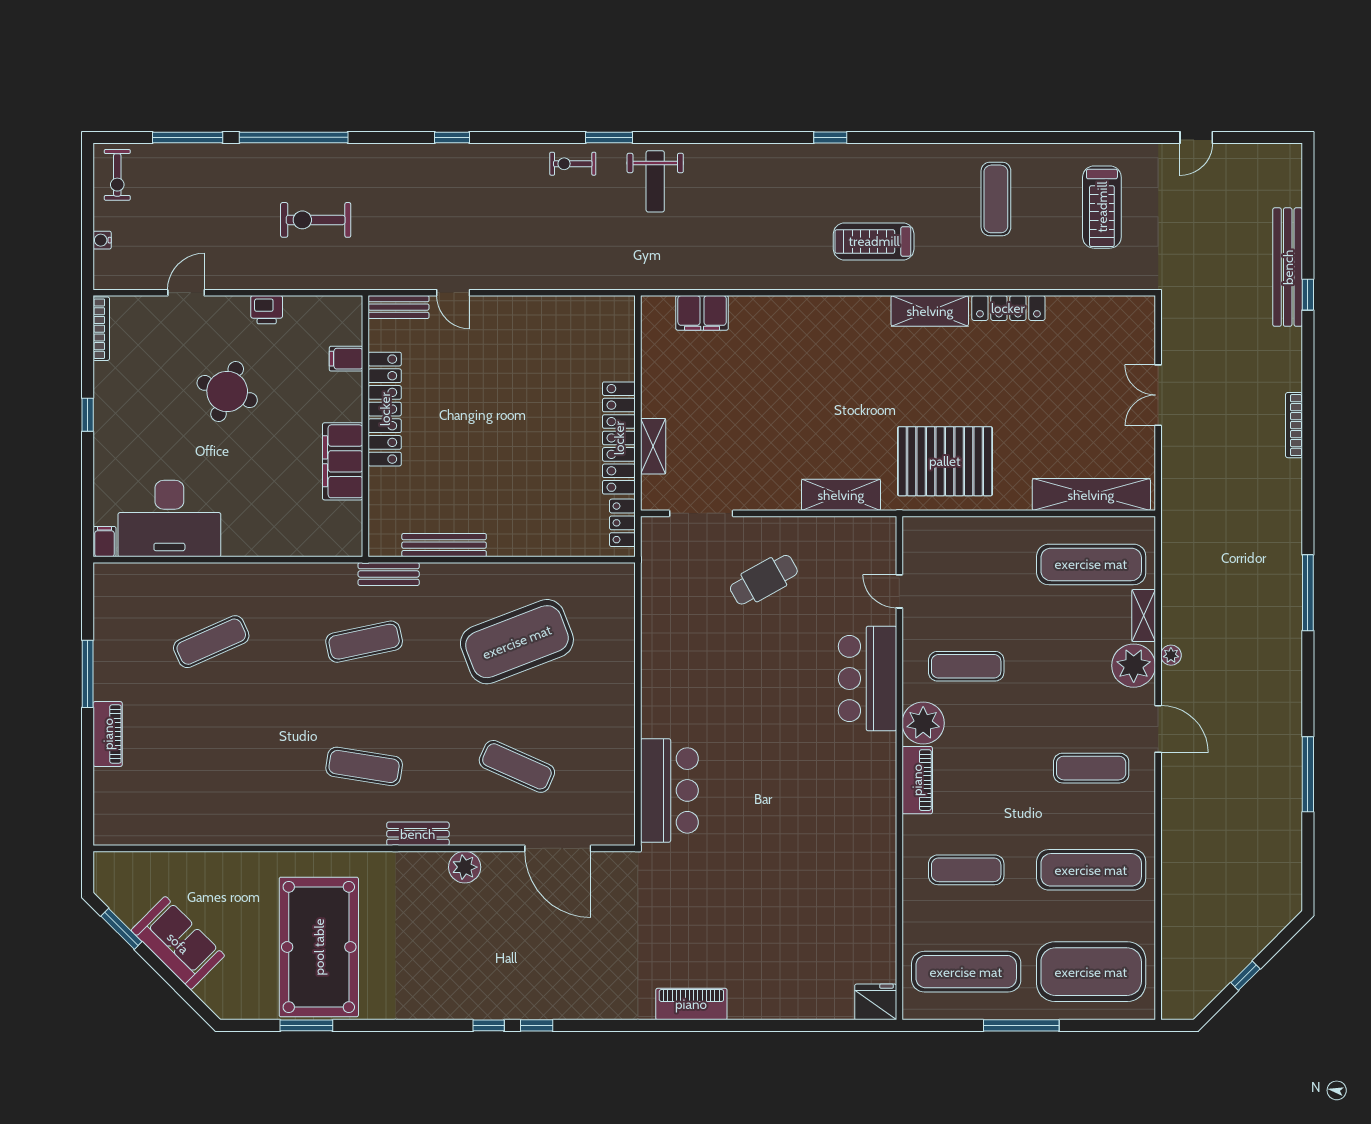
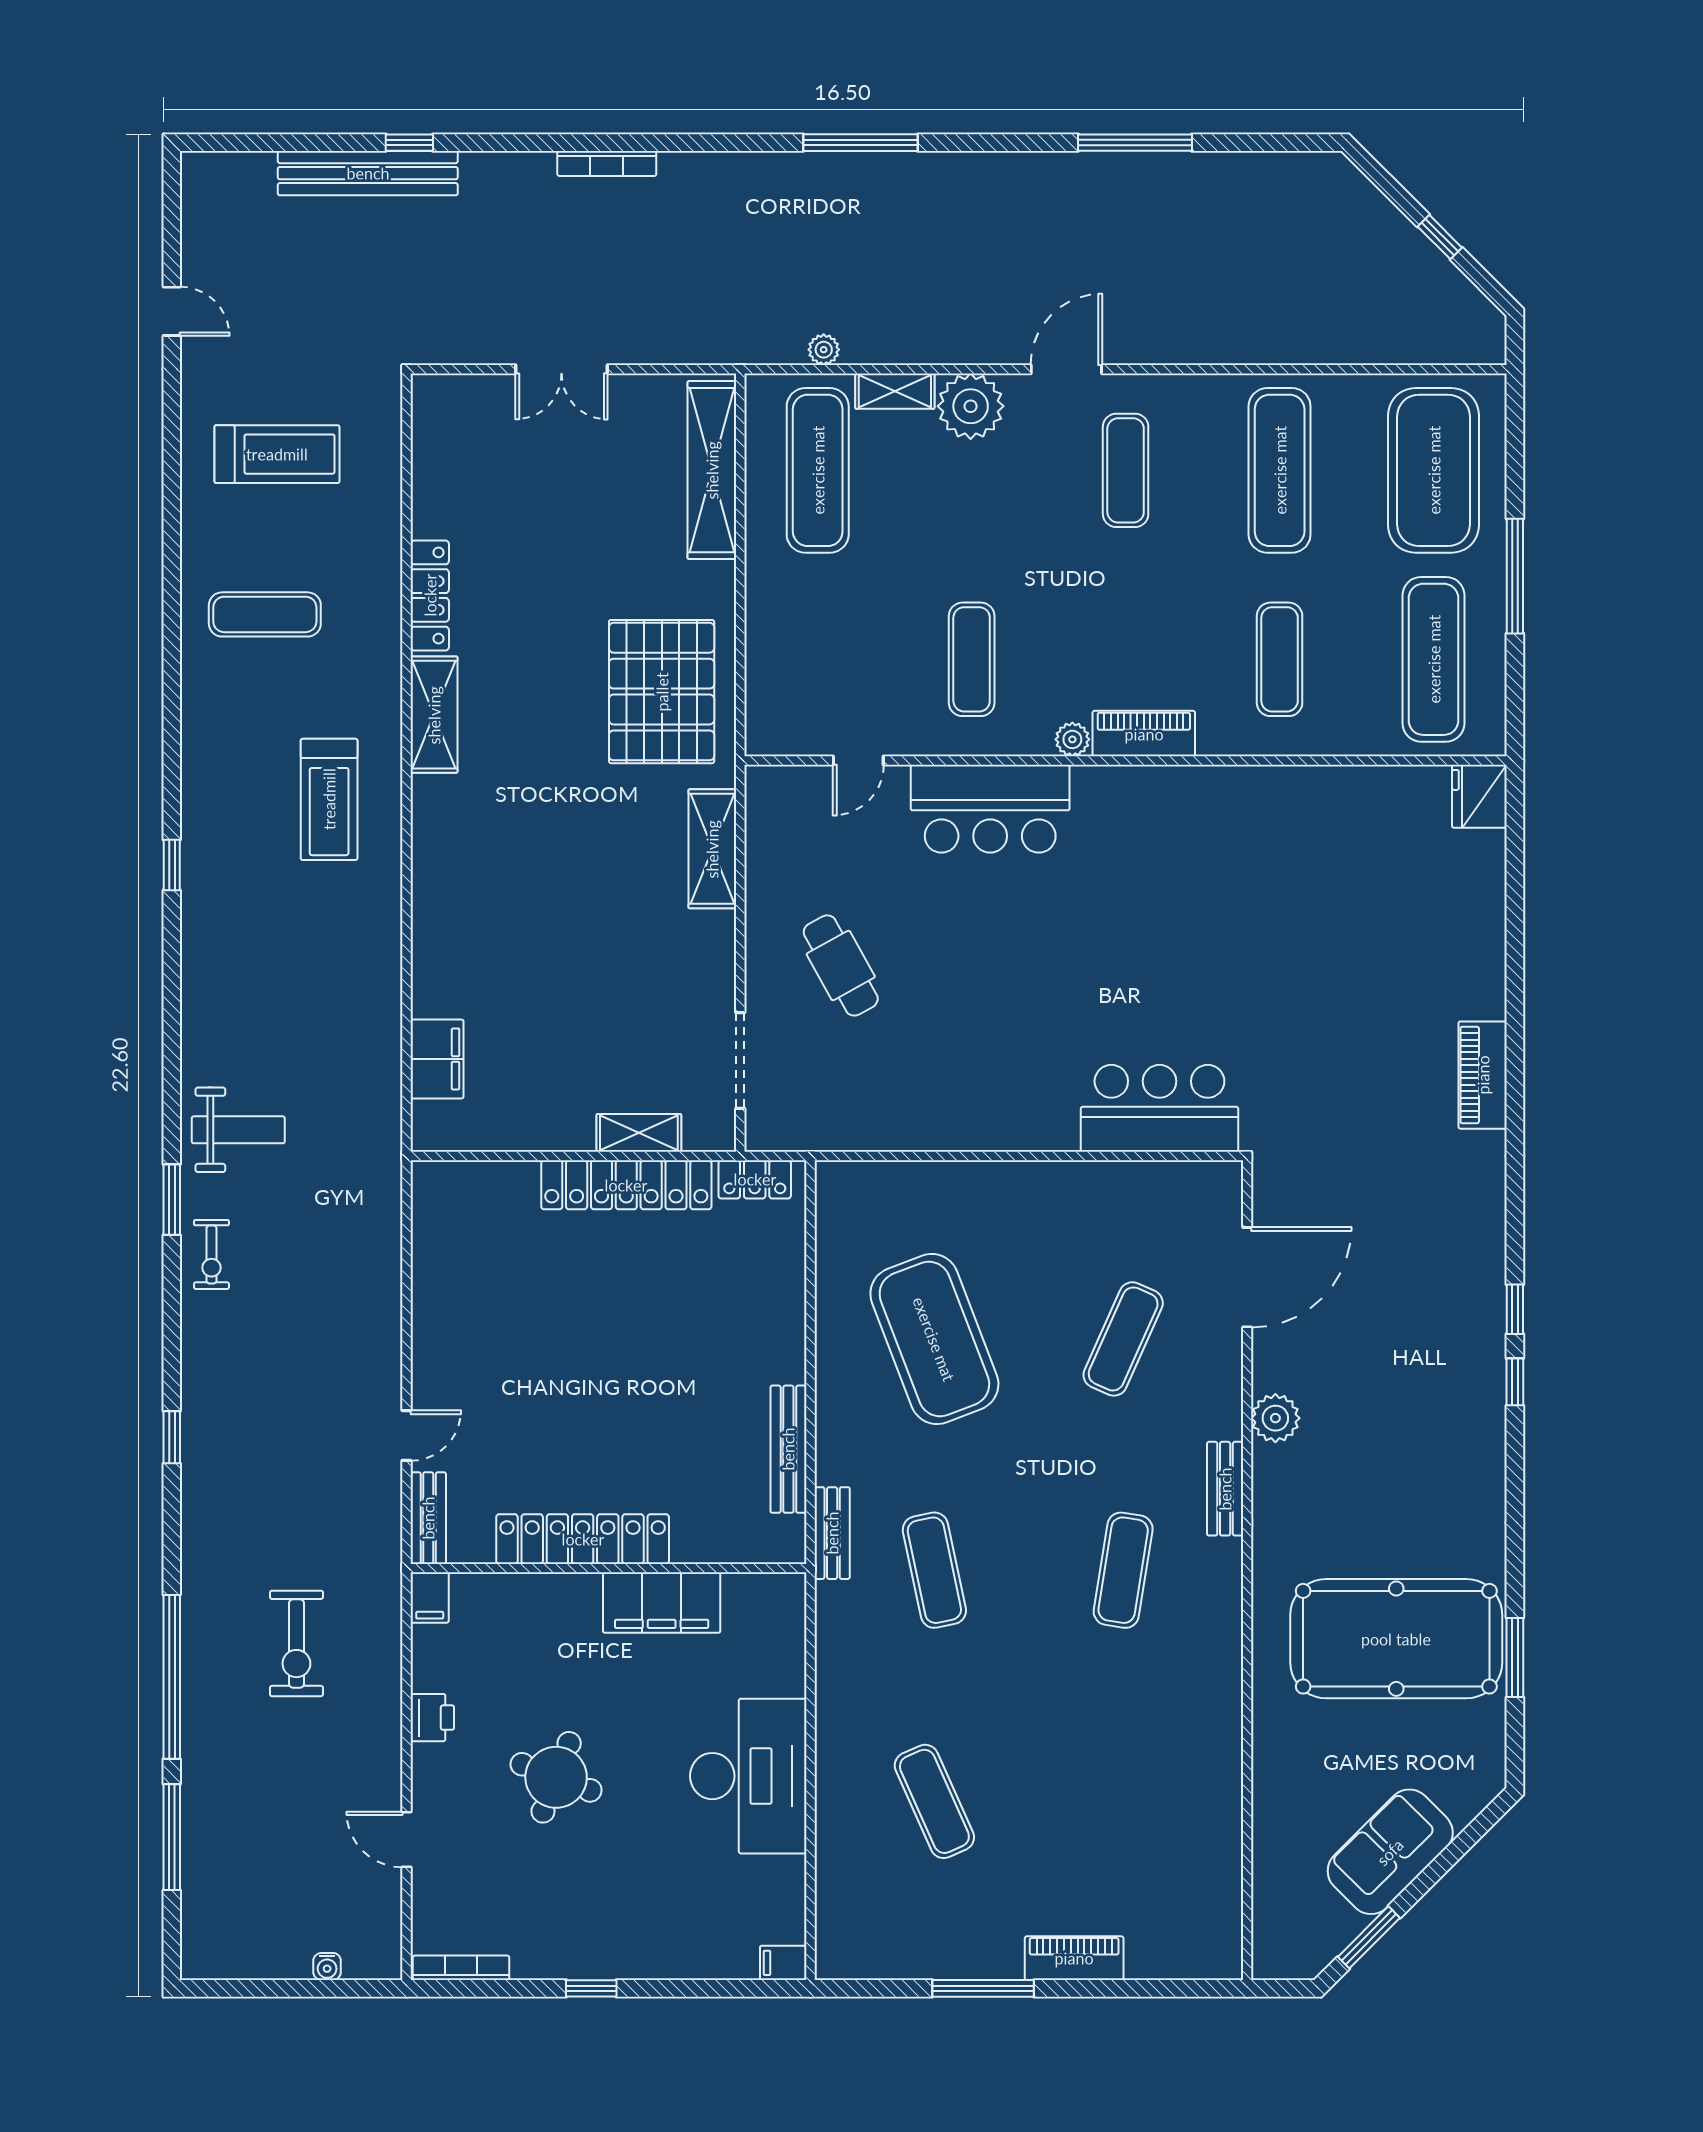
exercise bike: (117, 175) -> (228, 1944), removed
filing cabinet: (346, 359) -> (430, 1598), moved
desk: (169, 519) -> (748, 1776), moved
plant: (1171, 655) -> (824, 350), moved
plant: (923, 723) -> (1072, 739), width x0.53, depth x0.53

